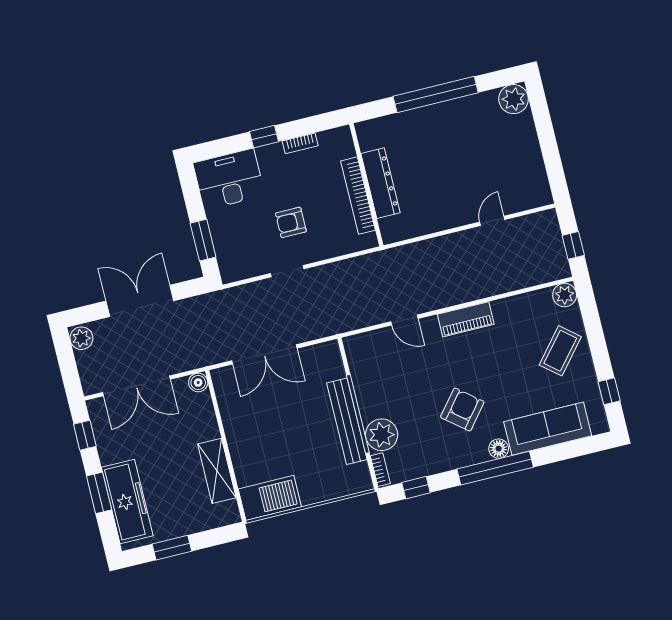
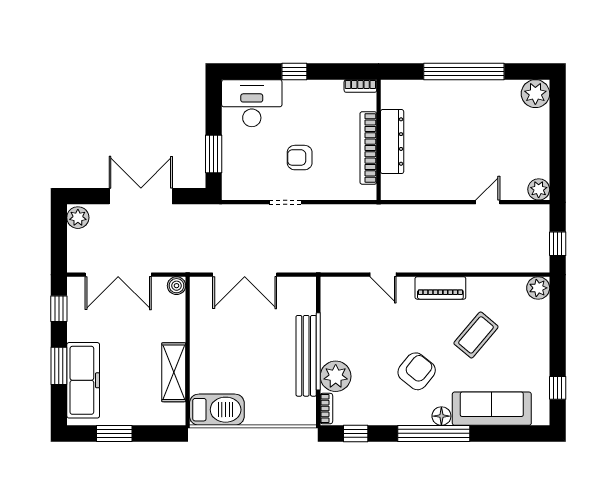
bookcase: (300, 143) -> (360, 86), moved
plant: (541, 195) -> (539, 189), added
coffee table: (560, 351) -> (476, 335), moved

